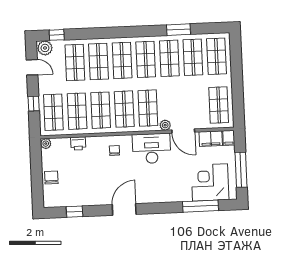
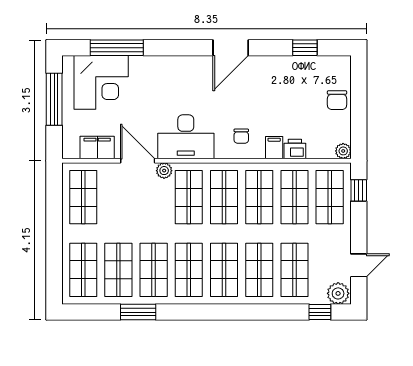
door: (32, 67) -> (359, 265), swing flipped
window: (34, 104) -> (359, 190), moved
filing cabinet: (229, 138) -> (274, 148), moved

